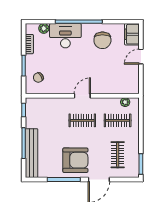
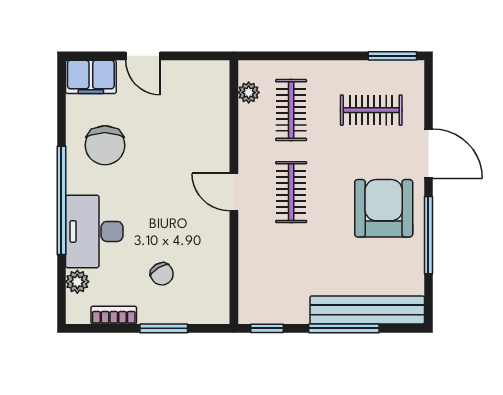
chair: (102, 40) -> (105, 145), turned 90
chair: (38, 78) -> (162, 274), moved

